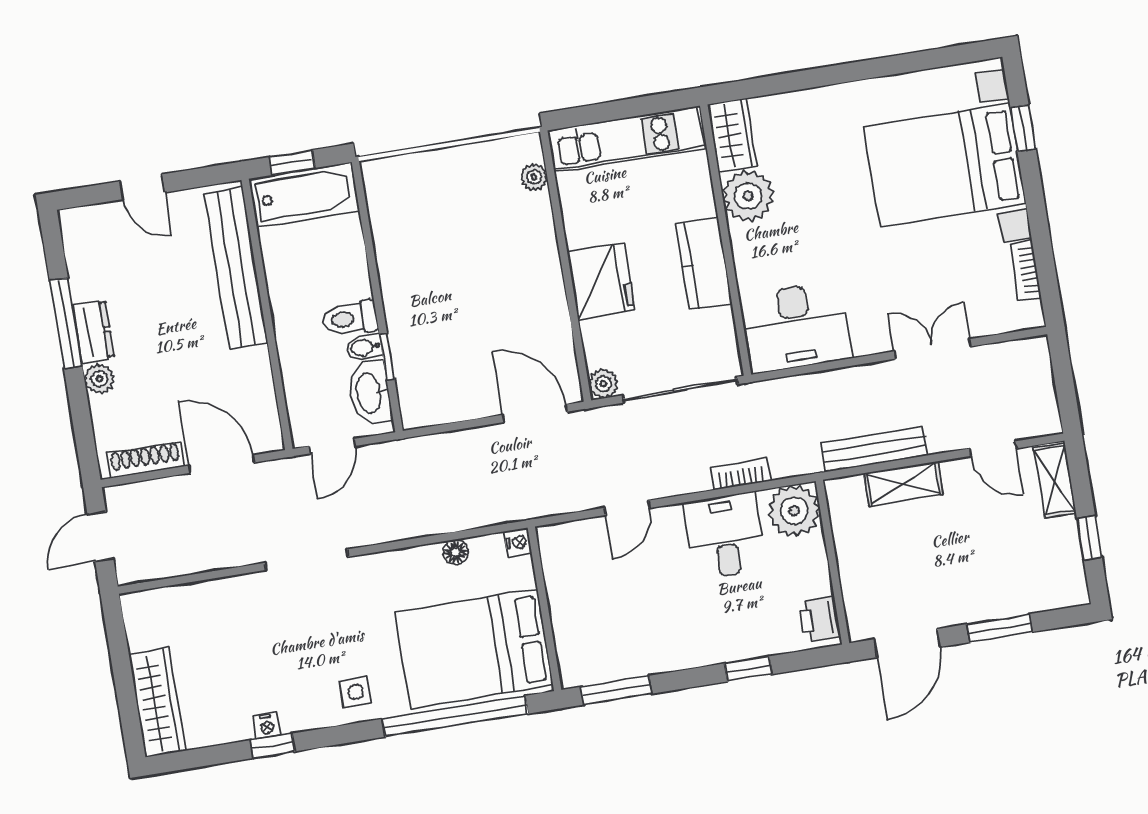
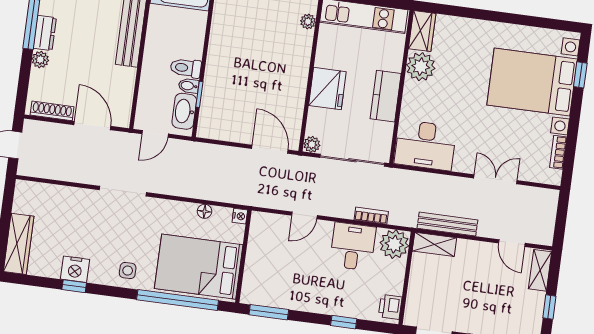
shelving: (903, 484) -> (434, 244), moved
nightstand: (267, 726) -> (75, 269), width x1.89, depth x1.79

